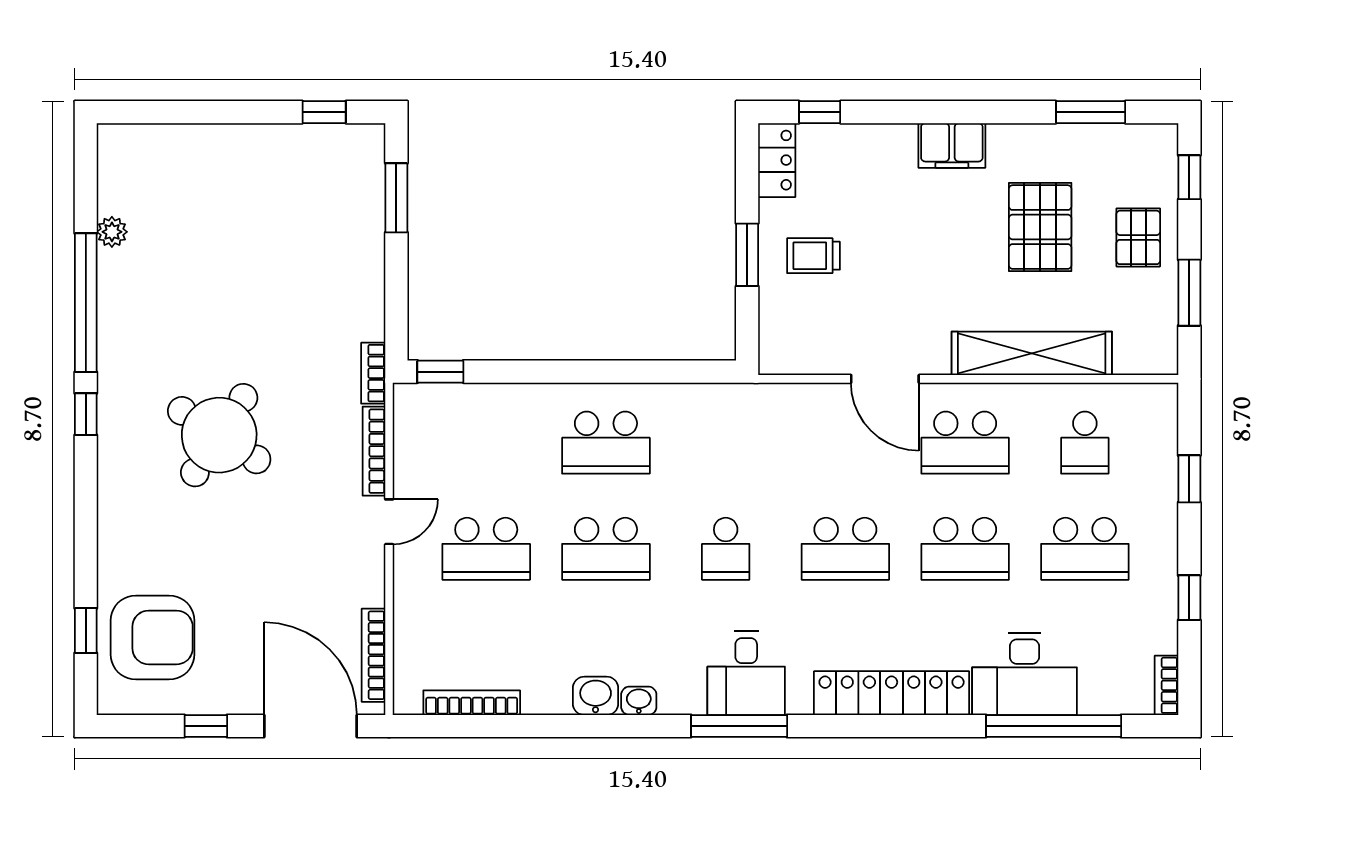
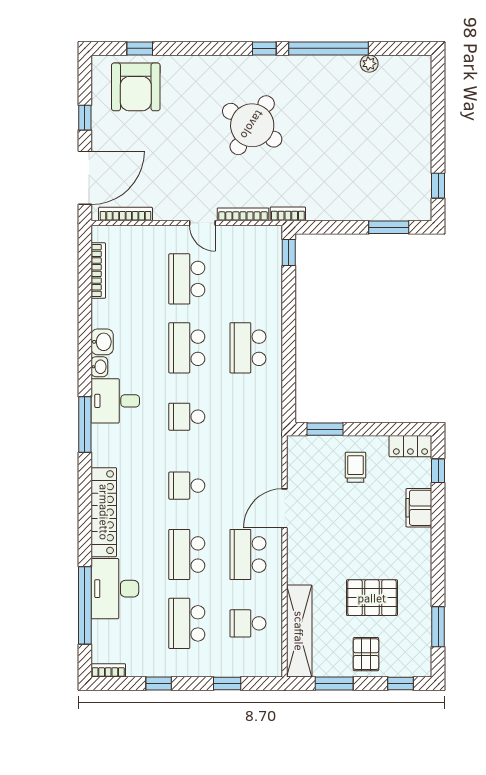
filing cabinet: (952, 145) -> (419, 508), moved
pallet: (1138, 237) -> (366, 654), turned 90
window: (747, 255) -> (325, 429), moved
shelving: (1032, 353) -> (299, 631), moved
school desk: (845, 549) -> (187, 486), width x0.54
desk: (746, 673) -> (115, 401), moved

